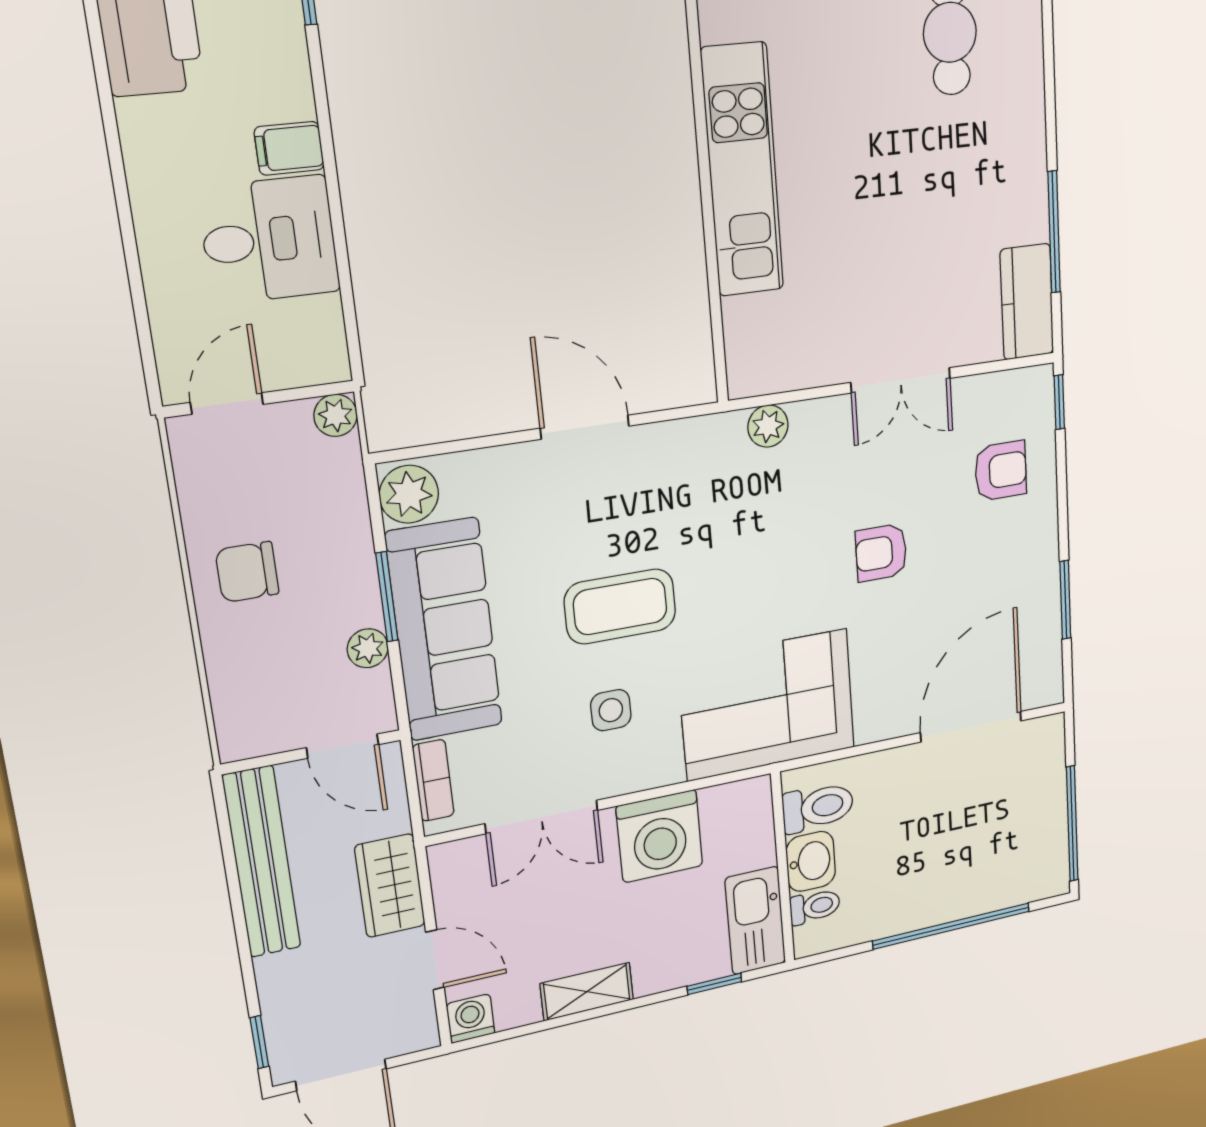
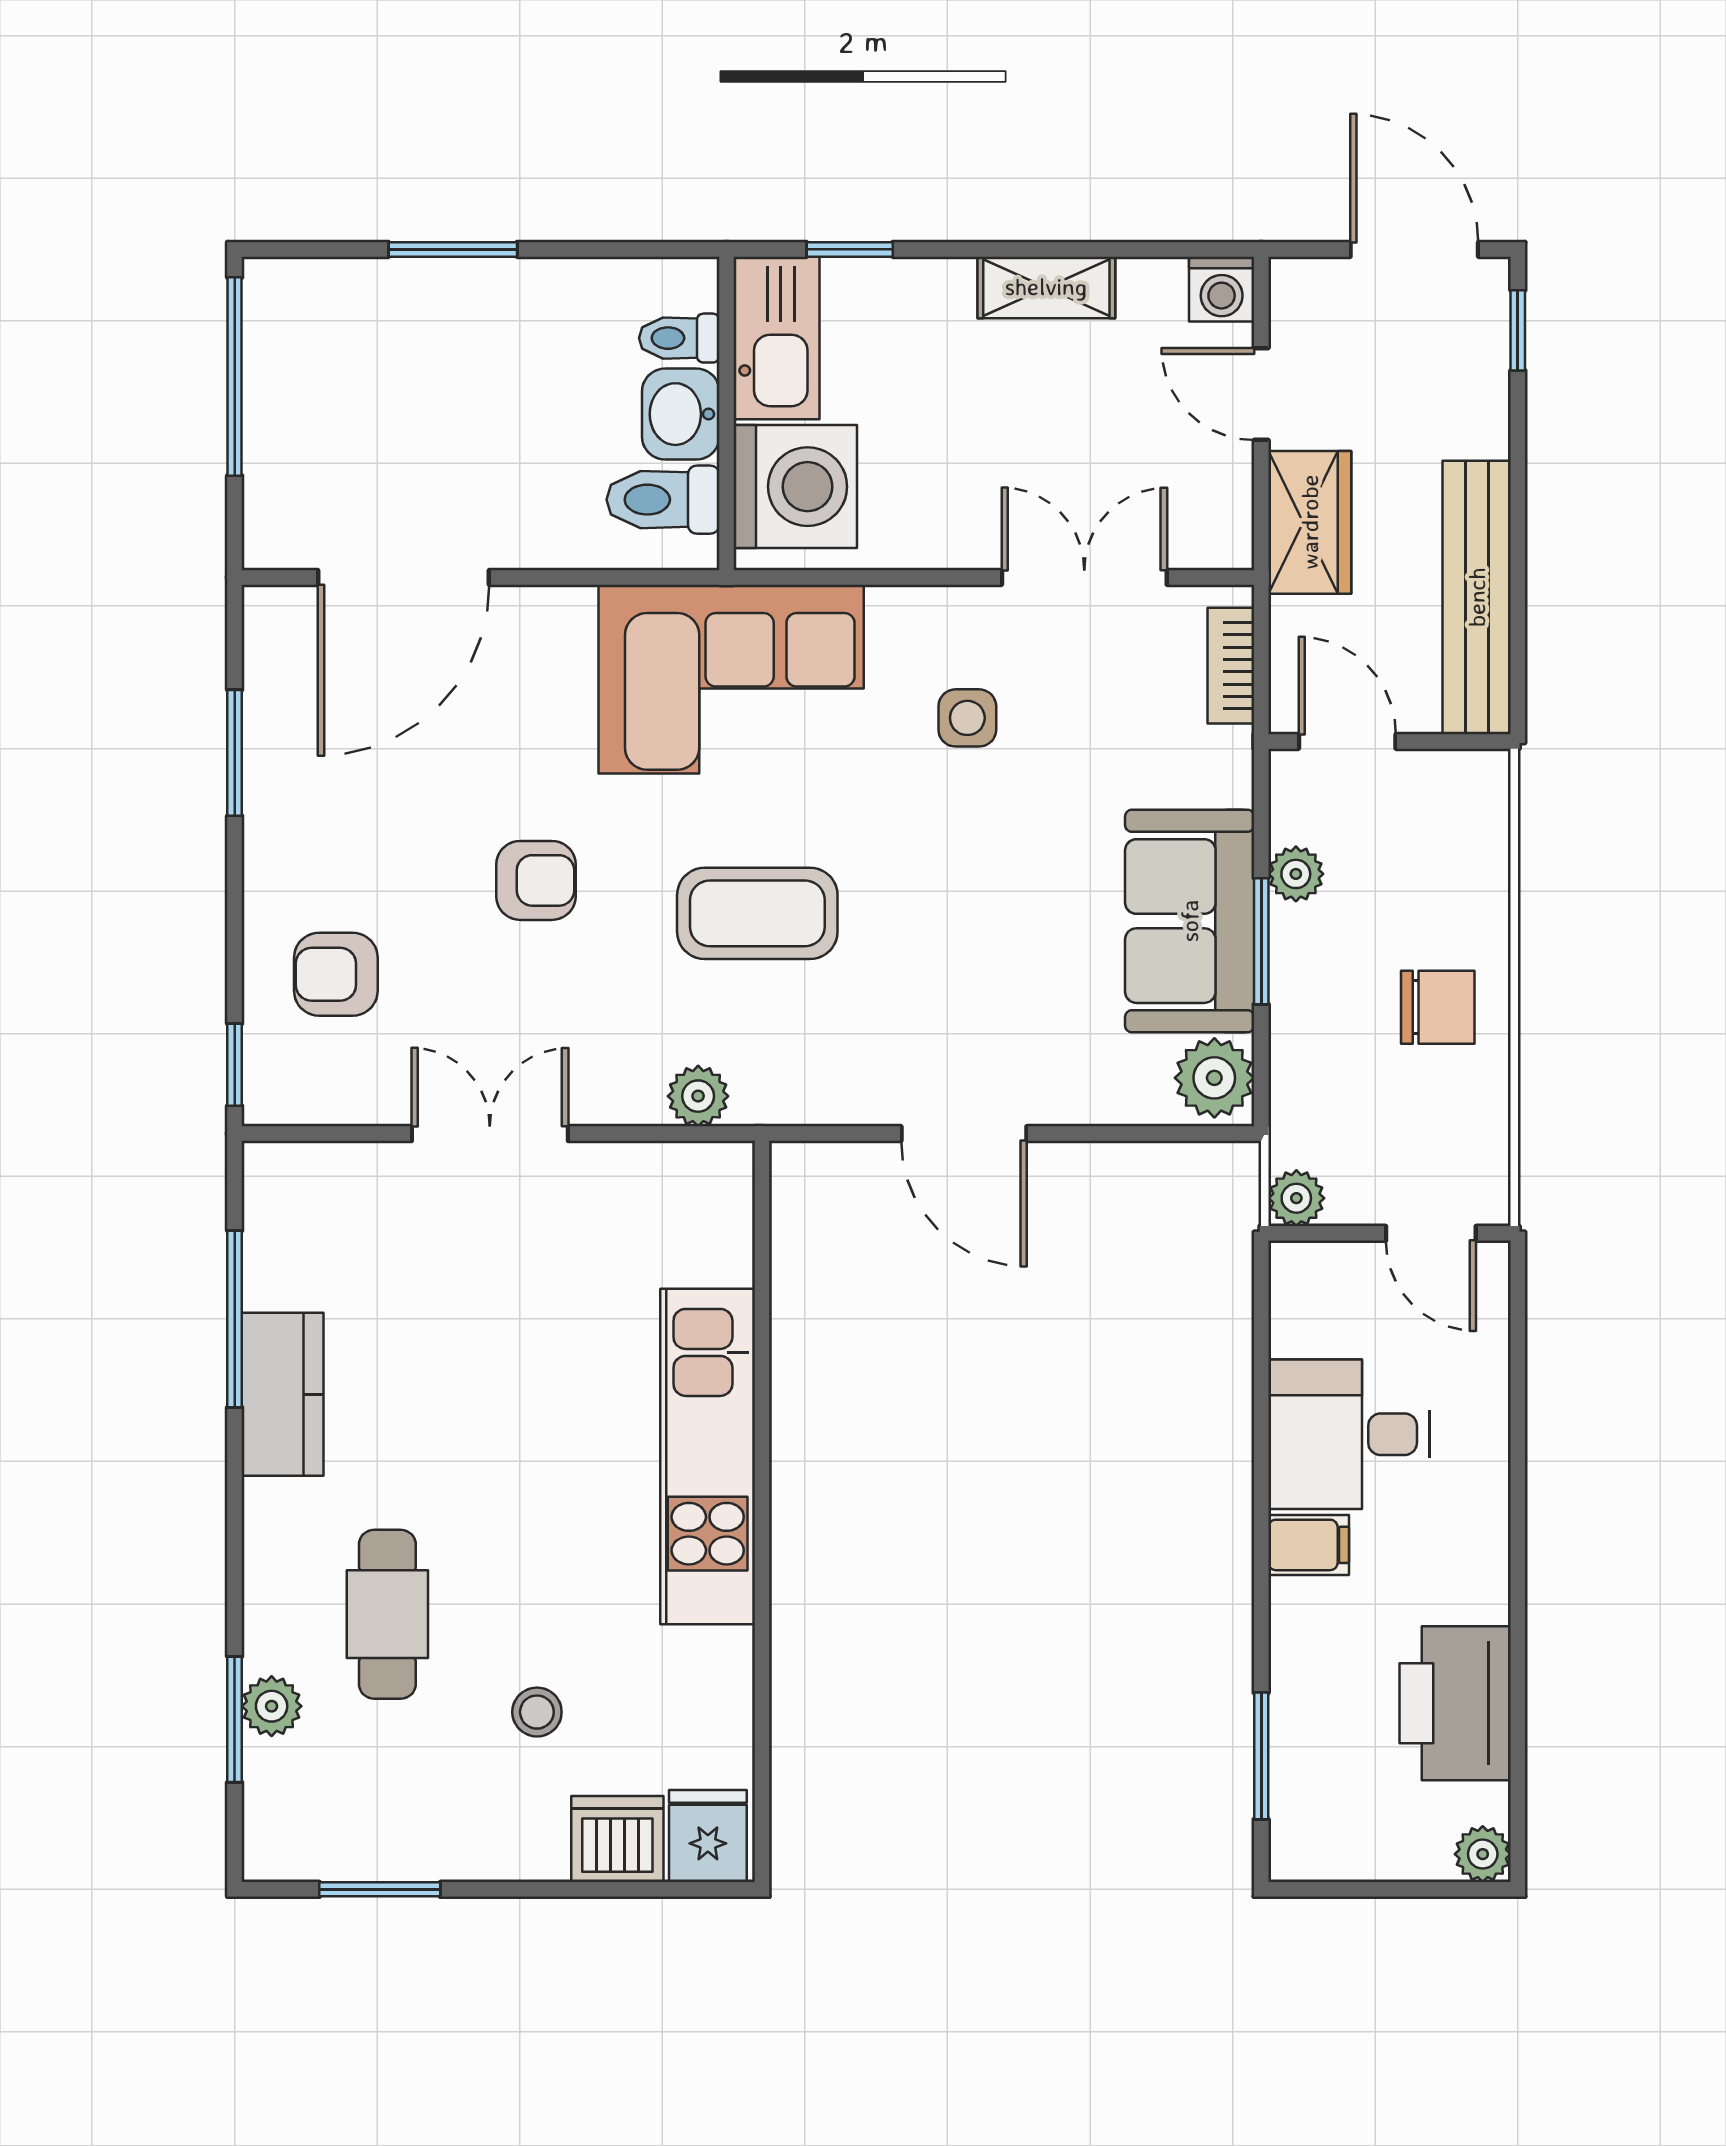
kitchen counter: (1027, 302) -> (282, 1394), moved
door: (227, 403) -> (1431, 1233), hinge flipped
coffee table: (620, 606) -> (757, 913), moved
sofa: (444, 630) -> (1190, 921), width x0.73
washing machine: (660, 836) -> (795, 487), moved, turned 90
window: (952, 926) -> (453, 249), width x0.47

